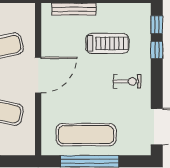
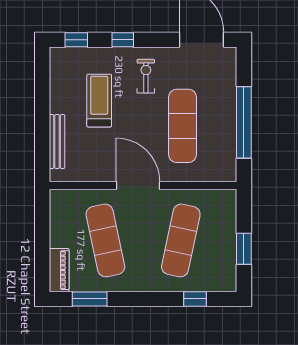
window: (157, 50) -> (123, 40), moved
exercise mat: (86, 135) -> (183, 126), moved

